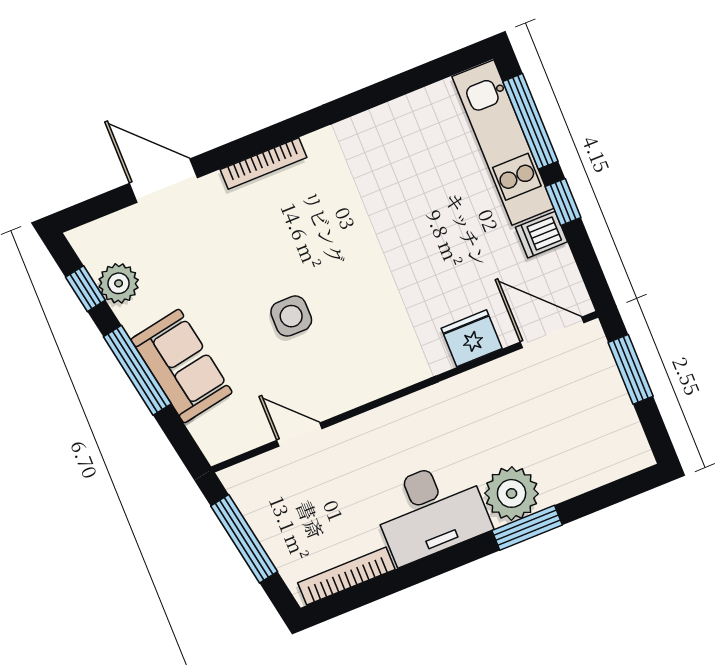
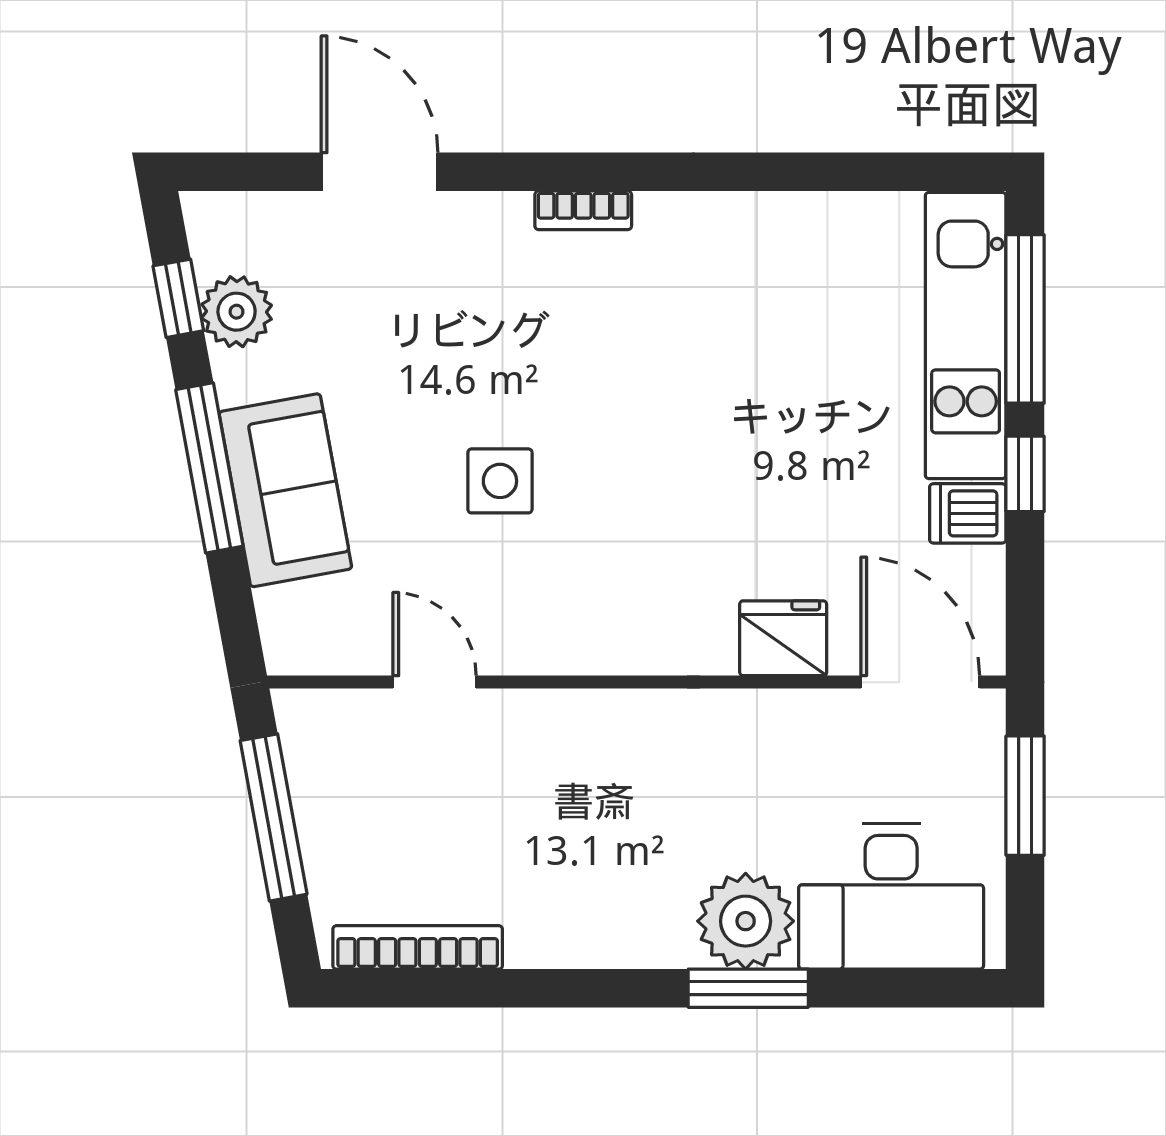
bookcase: (263, 163) -> (583, 210), width x0.64
desk: (431, 511) -> (891, 896), moved

